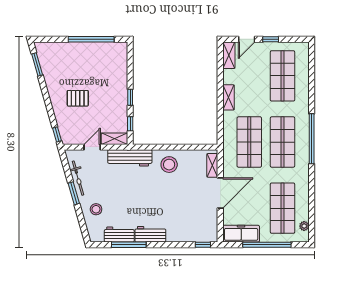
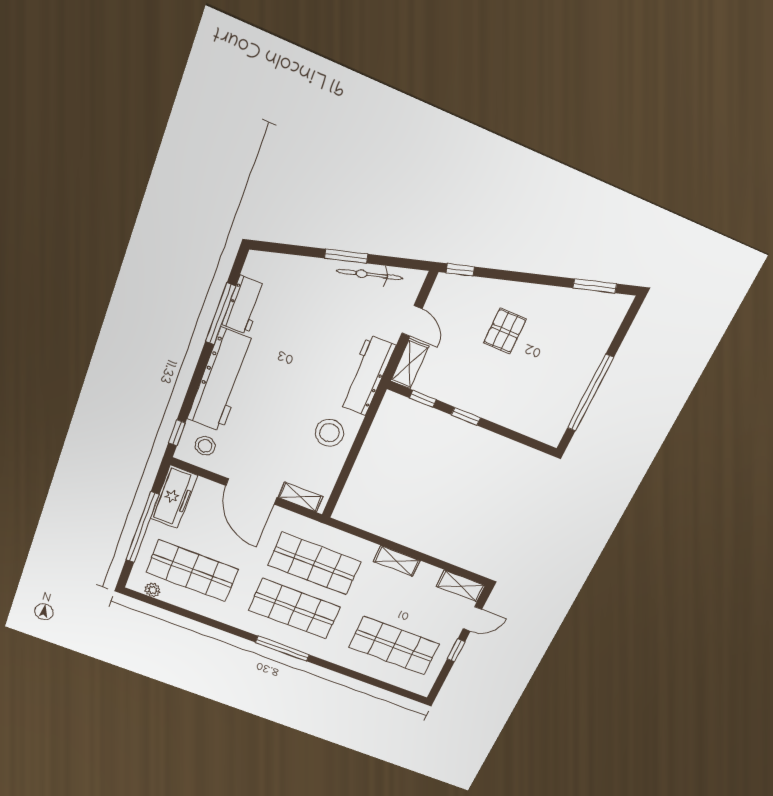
door: (247, 39) -> (472, 619), swing flipped
window: (312, 139) -> (282, 649), width x0.68
stool: (96, 209) -> (205, 446), moved
workbench: (150, 234) -> (221, 380), width x1.88, depth x1.32

